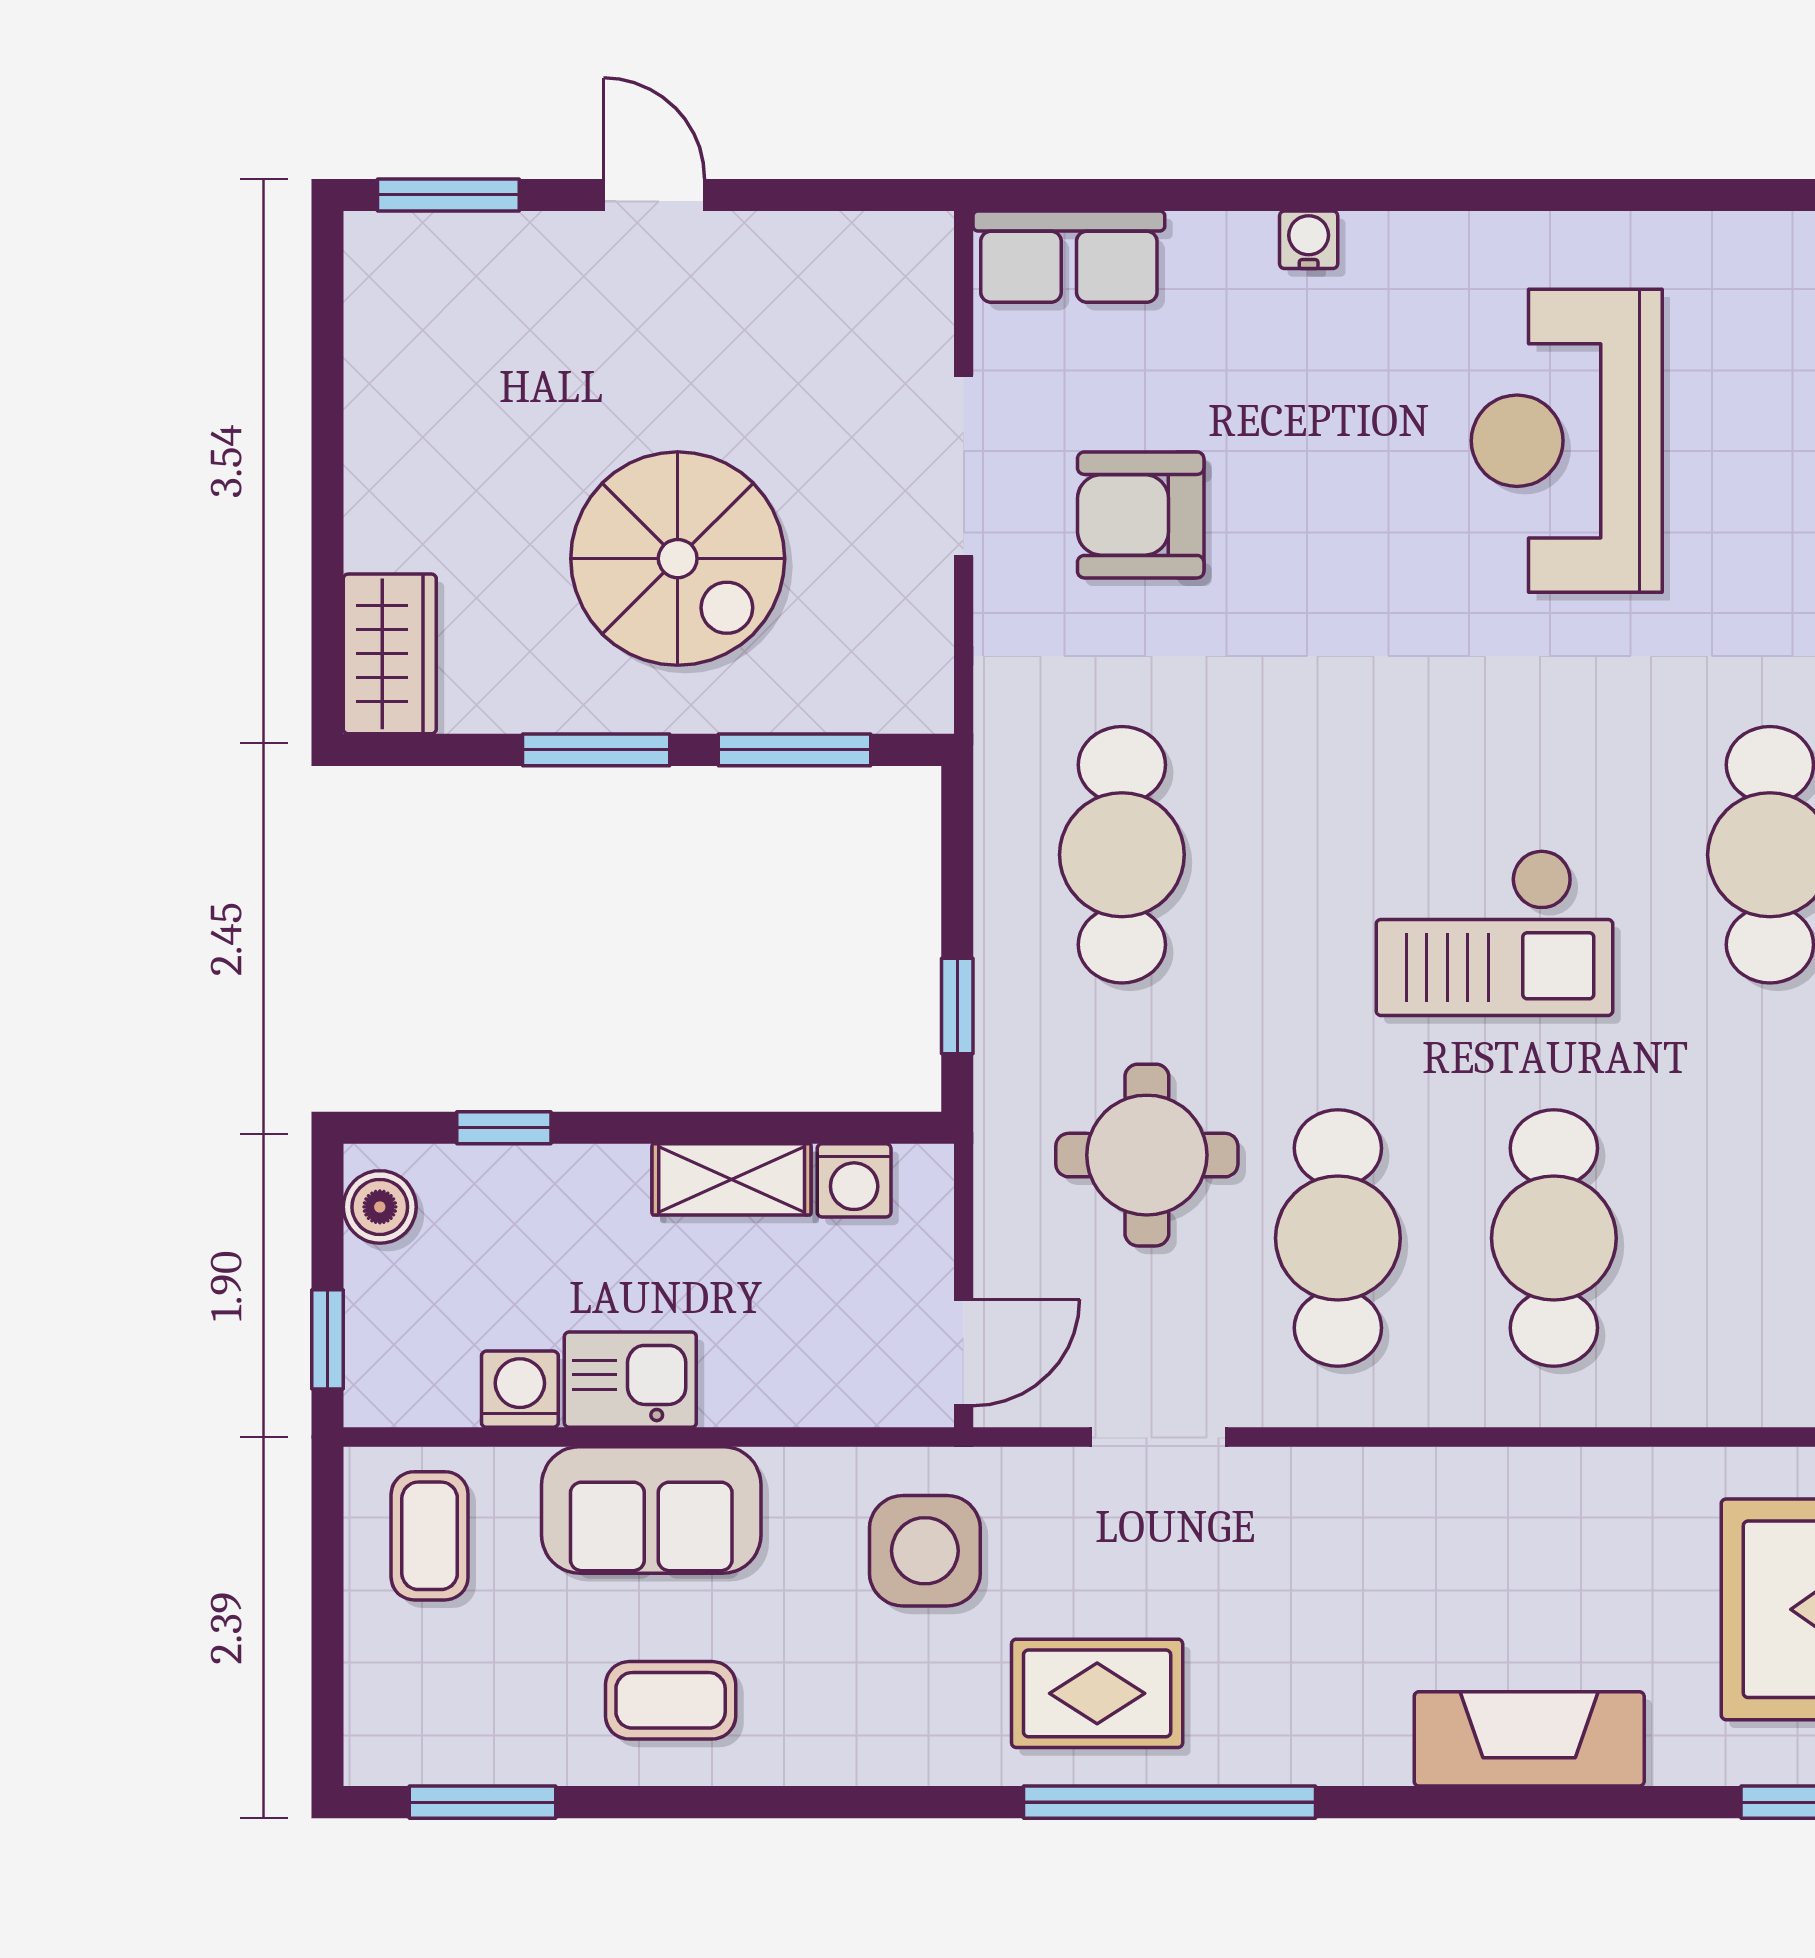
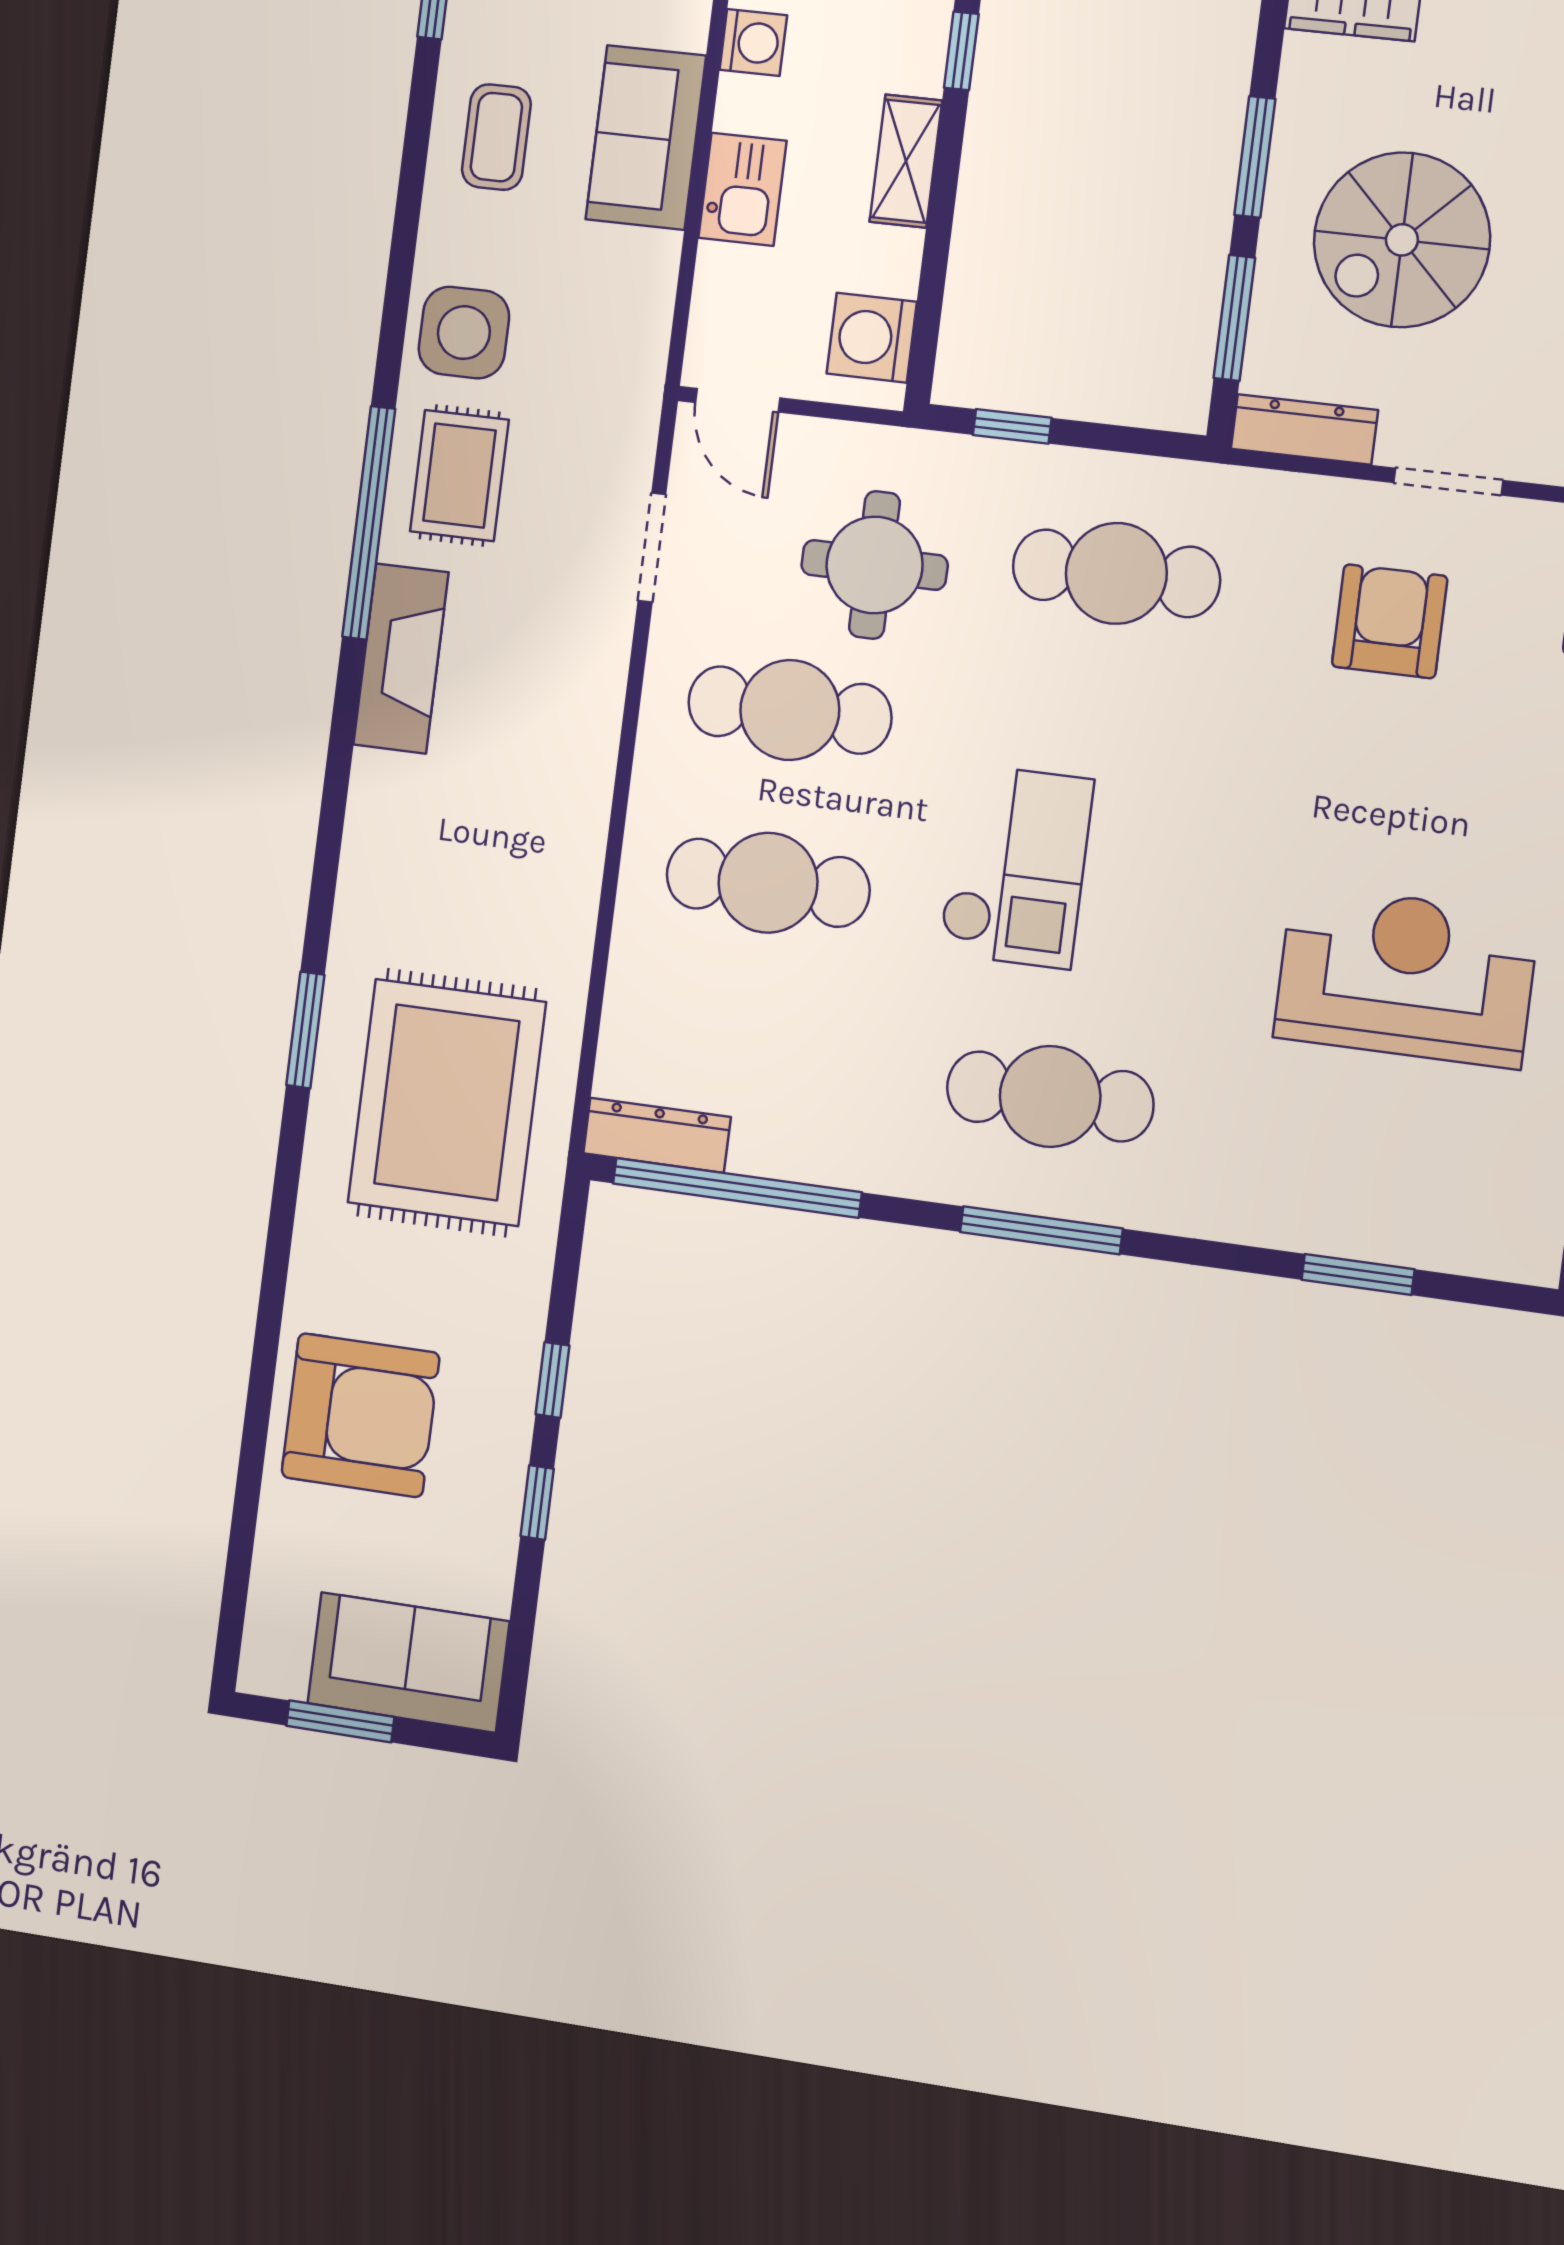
doorway: (964, 466) -> (1448, 482), width x0.73
dresser: (920, 648) -> (1304, 429), added
checkout: (1494, 933) -> (1016, 866), turned 180
shelving: (732, 1179) -> (906, 161), moved
washing machine: (854, 1180) -> (872, 338), width x1.38, depth x1.38
kitchen sink: (630, 1380) -> (742, 189), moved
side table: (925, 1551) -> (464, 333), moved
fireplace: (1529, 1739) -> (401, 658), moved

